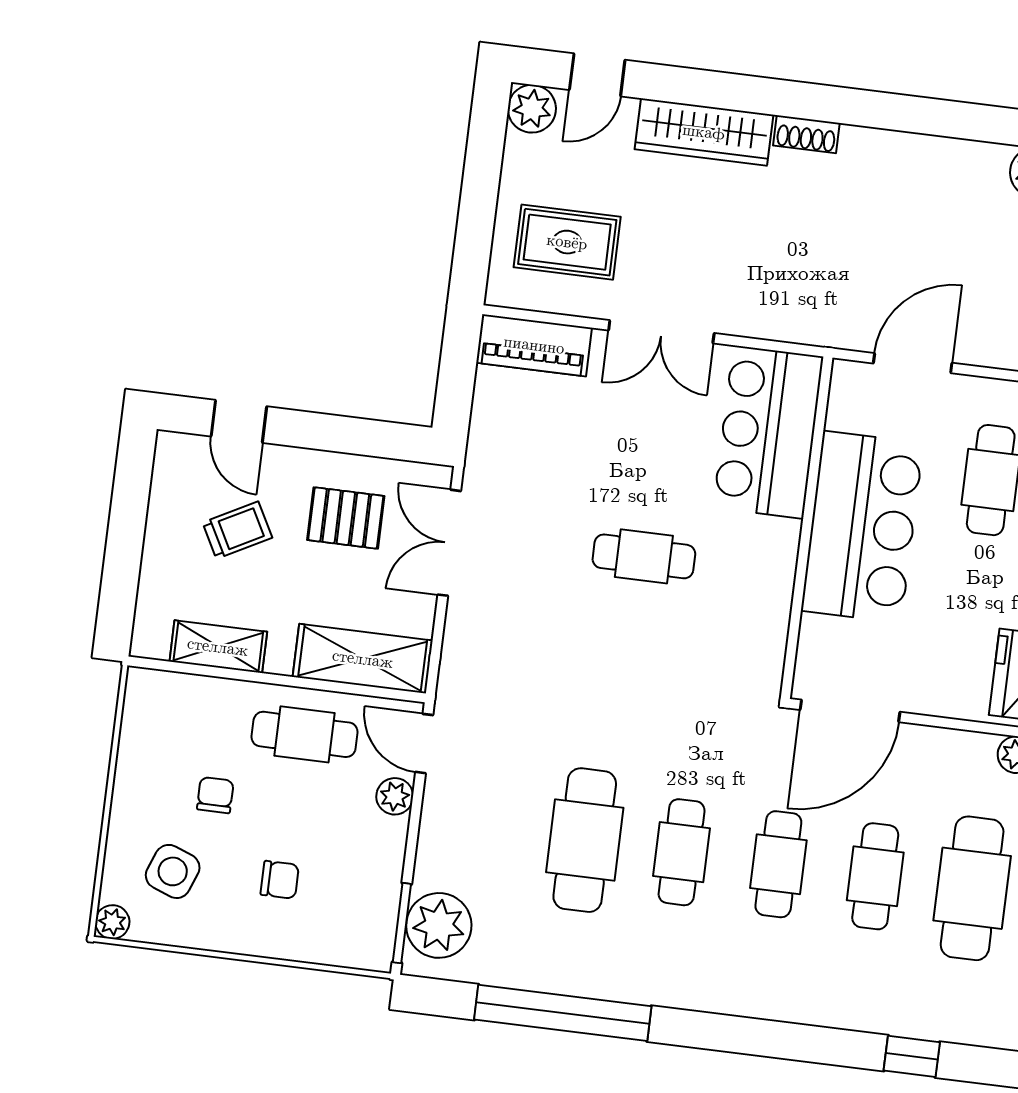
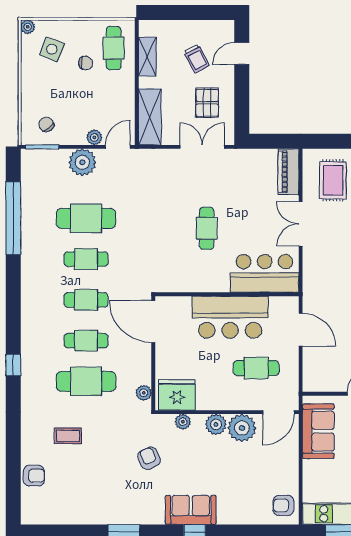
cafe table: (305, 734) -> (114, 48), moved
chair: (280, 880) -> (46, 124), moved, turned 141
plant: (439, 925) -> (82, 162), moved

